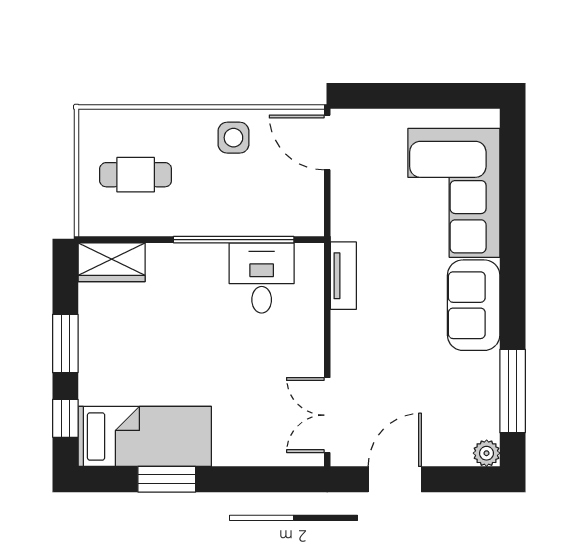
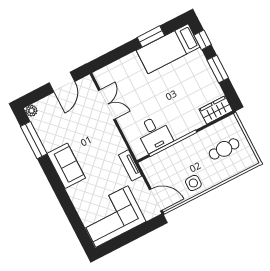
corner sofa: (454, 193) -> (112, 217), moved, turned -90
tv unit: (343, 276) -> (130, 165), moved
double door: (327, 415) -> (107, 105), moved

